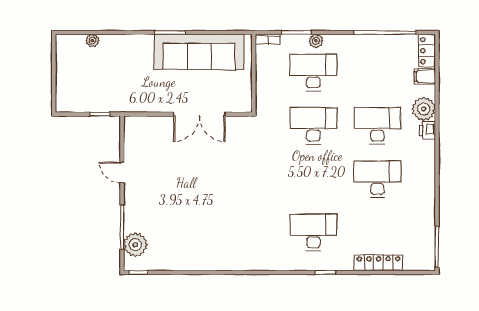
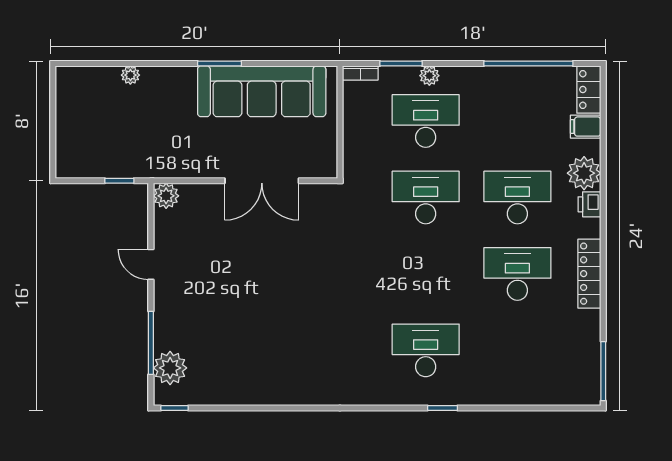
plant: (92, 41) -> (130, 75), moved
plant: (133, 125) -> (166, 196), added
locker: (379, 263) -> (589, 274), moved, turned -90

